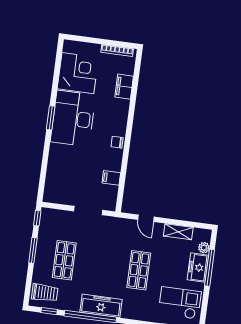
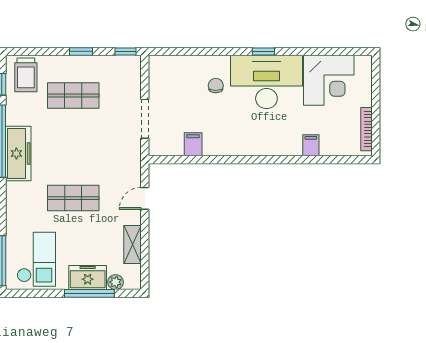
filing cabinet: (124, 87) -> (311, 145), width x0.50
window: (51, 118) -> (263, 51), width x0.67
chair: (117, 142) -> (216, 86), moved
window: (33, 250) -> (81, 51), width x0.67

